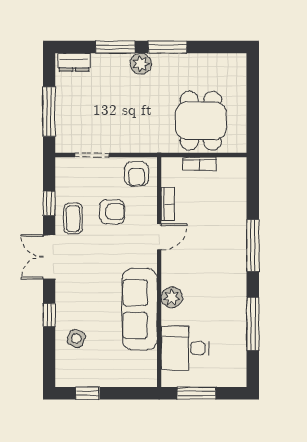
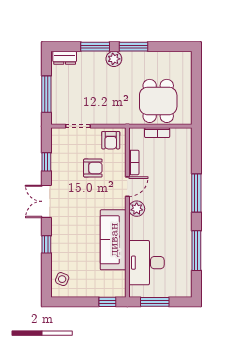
coffee table: (73, 219) -> (64, 173), removed
plant: (172, 297) -> (137, 209), moved
side table: (76, 339) -> (62, 279), moved
desk: (185, 348) -> (146, 263), width x1.37
window: (88, 393) -> (107, 302), moved

